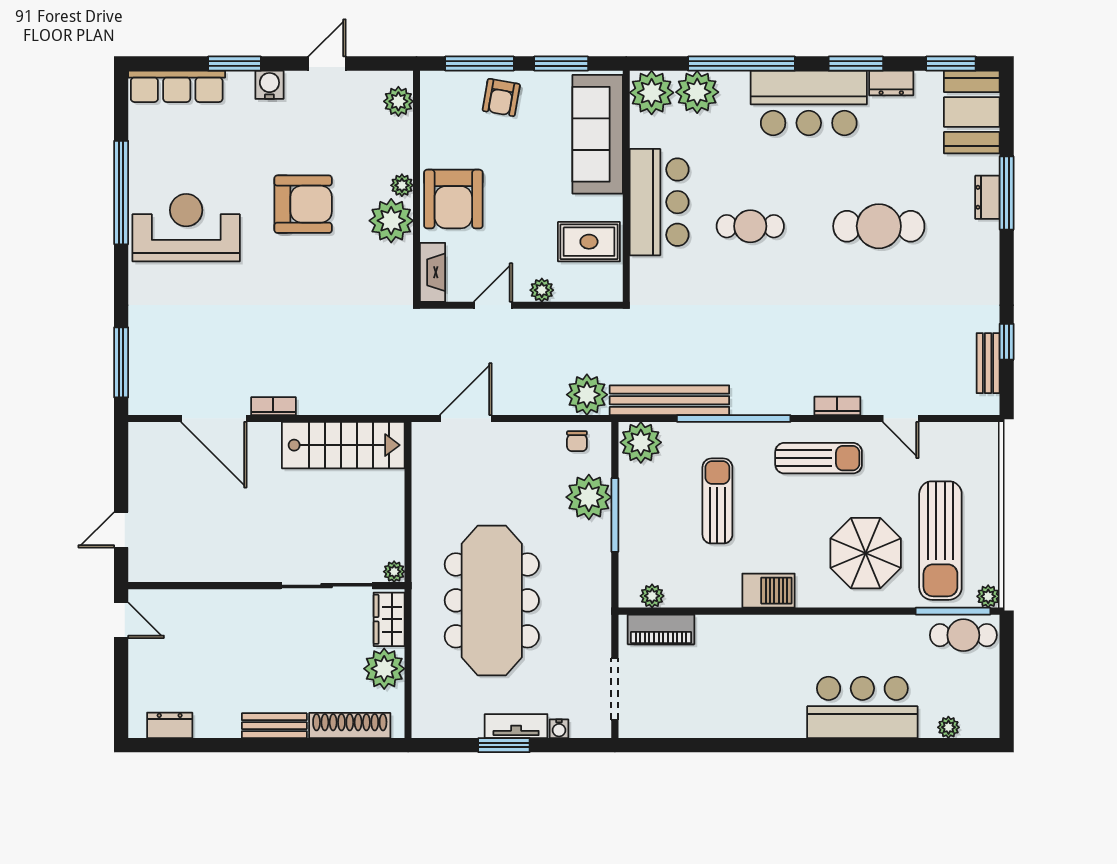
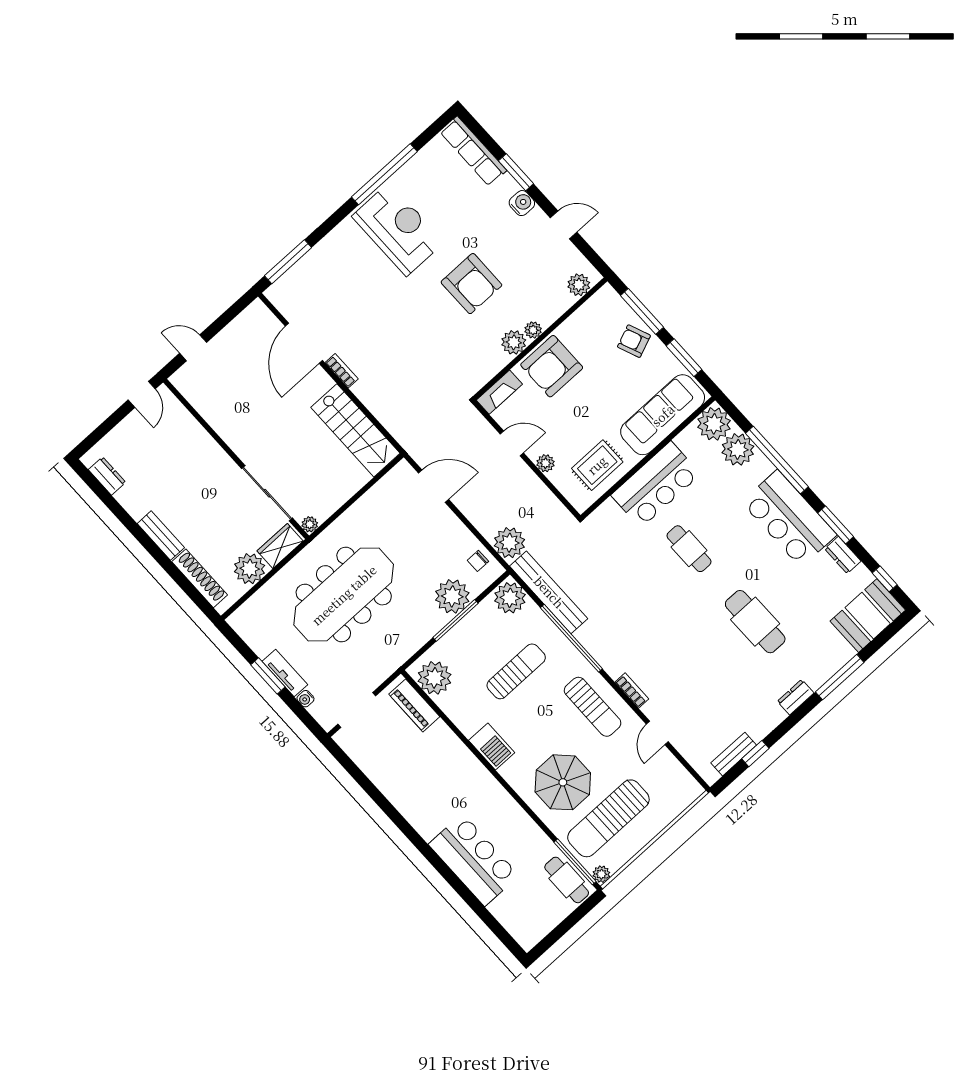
window: (951, 64) -> (885, 579), width x0.67
armchair: (501, 97) -> (634, 341), turned 58
dresser: (987, 197) -> (796, 697), moved
plant: (391, 221) -> (514, 342), width x0.73, depth x0.73
rug: (589, 242) -> (597, 465), turned 90
plant: (652, 596) -> (434, 678), width x1.87, depth x1.87
plant: (948, 727) -> (507, 919), removed

